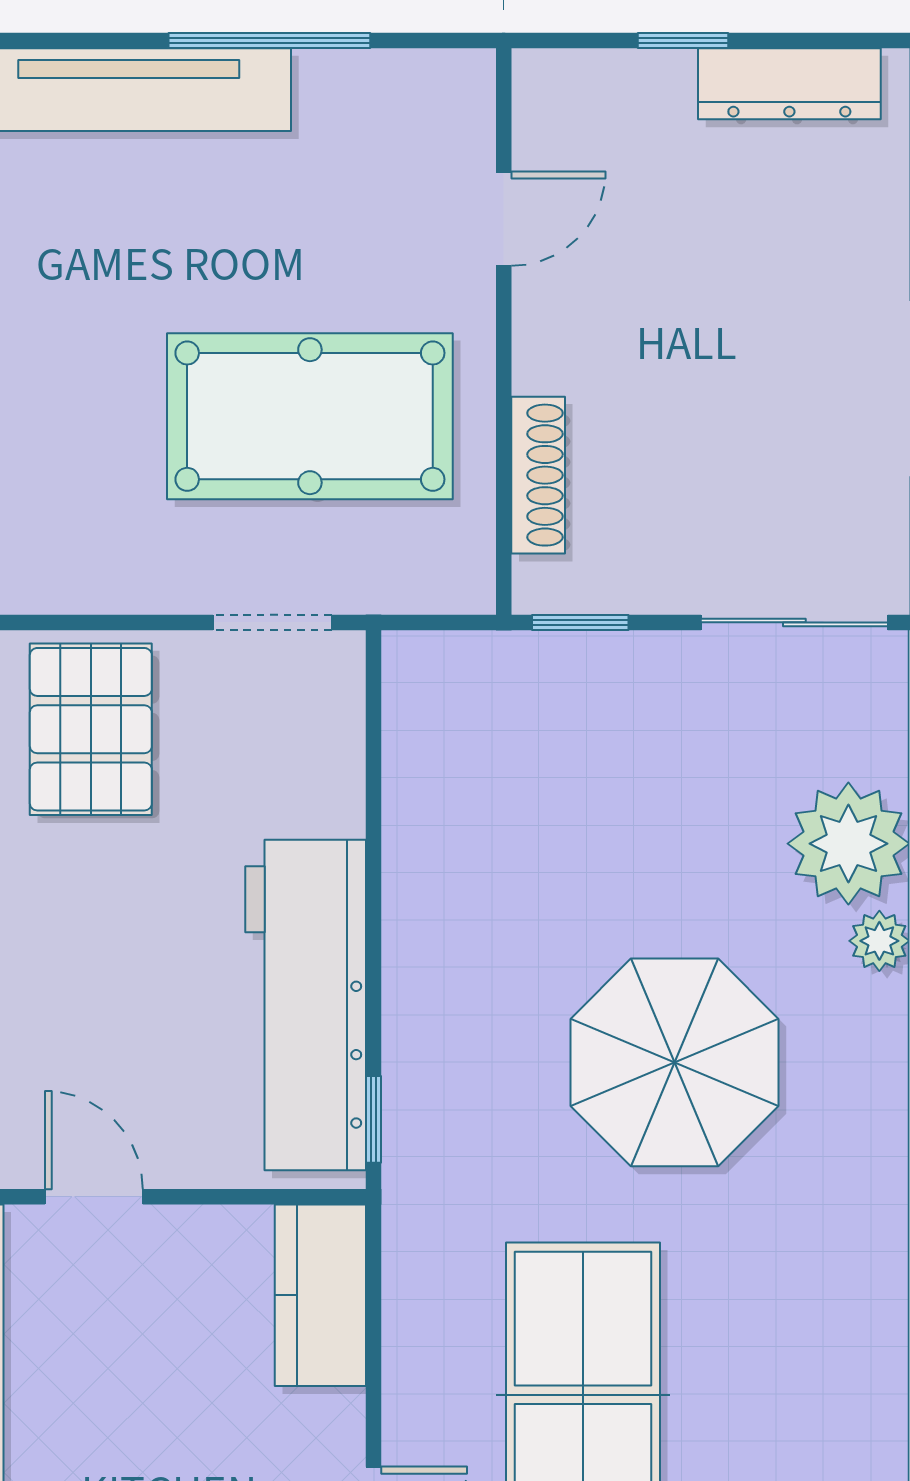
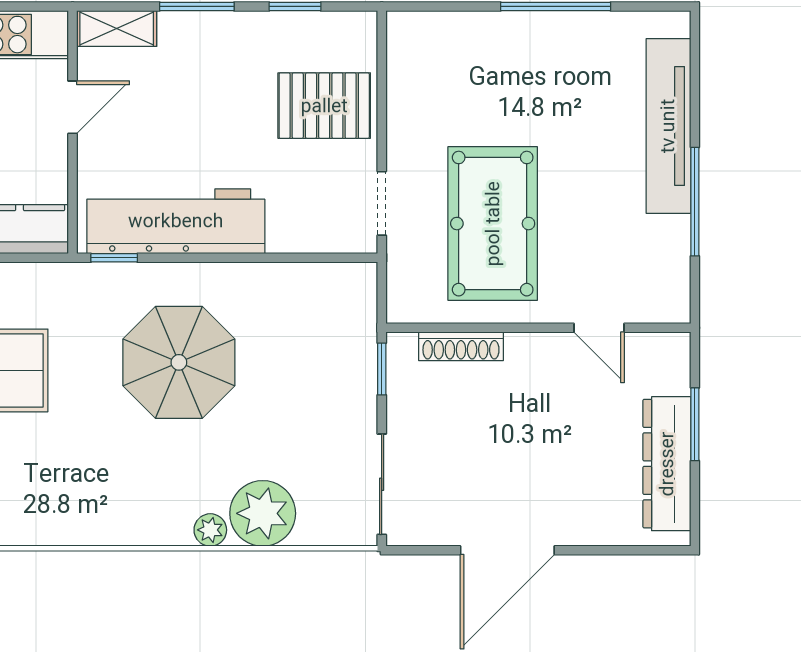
window: (683, 40) -> (695, 424), width x1.50
dresser: (789, 84) -> (667, 464), width x1.37, depth x1.24
parasol: (675, 1062) -> (179, 362), moved

